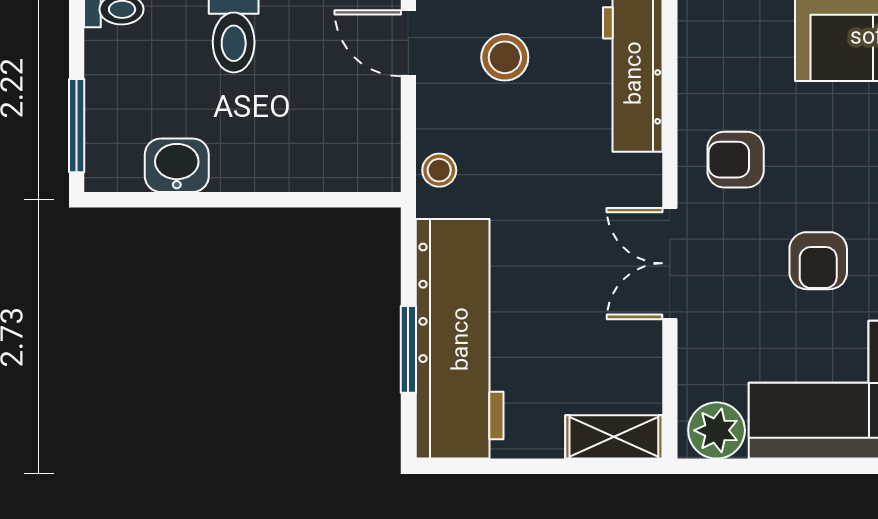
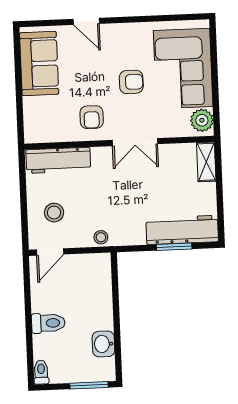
workbench: (460, 339) -> (182, 230), width x0.73, depth x0.76

